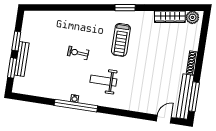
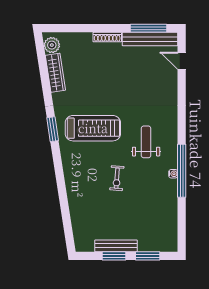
treadmill: (121, 40) -> (93, 128), width x1.37, depth x1.38
bench: (22, 59) -> (116, 246), moved
weight bench: (103, 81) -> (146, 142), turned 180

